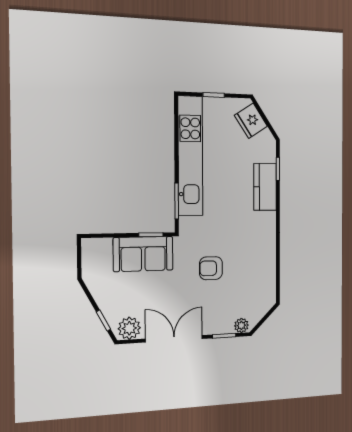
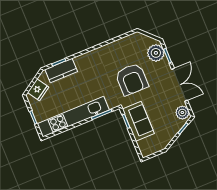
kitchen counter: (265, 187) -> (61, 71), moved
armchair: (211, 268) -> (132, 79), width x1.88, depth x1.88
plant: (241, 325) -> (156, 53), width x1.88, depth x1.88
double door: (174, 339) -> (179, 85), swing flipped

